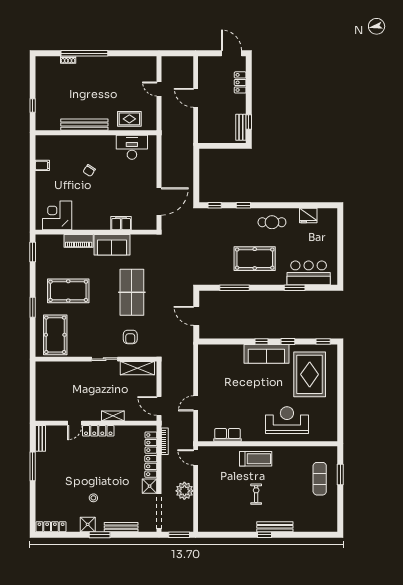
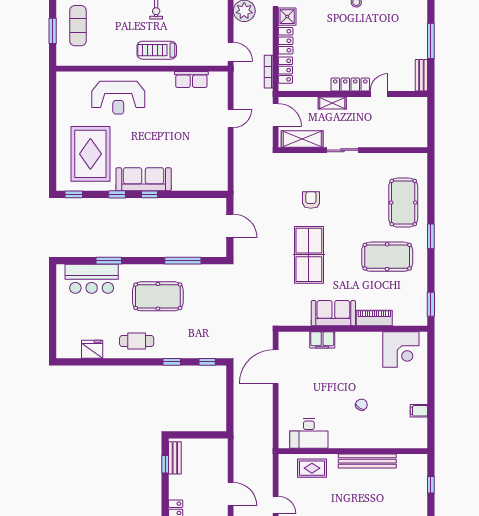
wall: (96, 359) -> (353, 150), moved
sliding door: (105, 359) -> (342, 150), moved
shelving: (137, 368) -> (302, 139), moved

